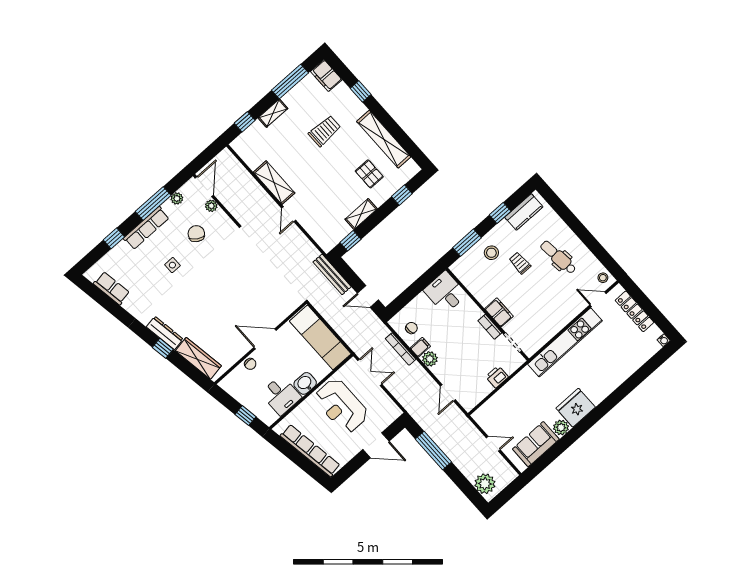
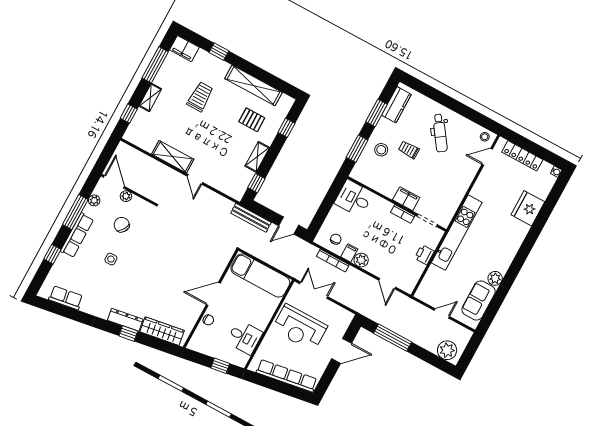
window: (500, 213) -> (376, 113), width x1.50
dental chair: (558, 257) -> (440, 133), turned -119
kitchen unit: (565, 342) -> (457, 233), moved
washbasin: (305, 383) -> (262, 320), removed
fridge: (576, 408) -> (528, 208), moved

